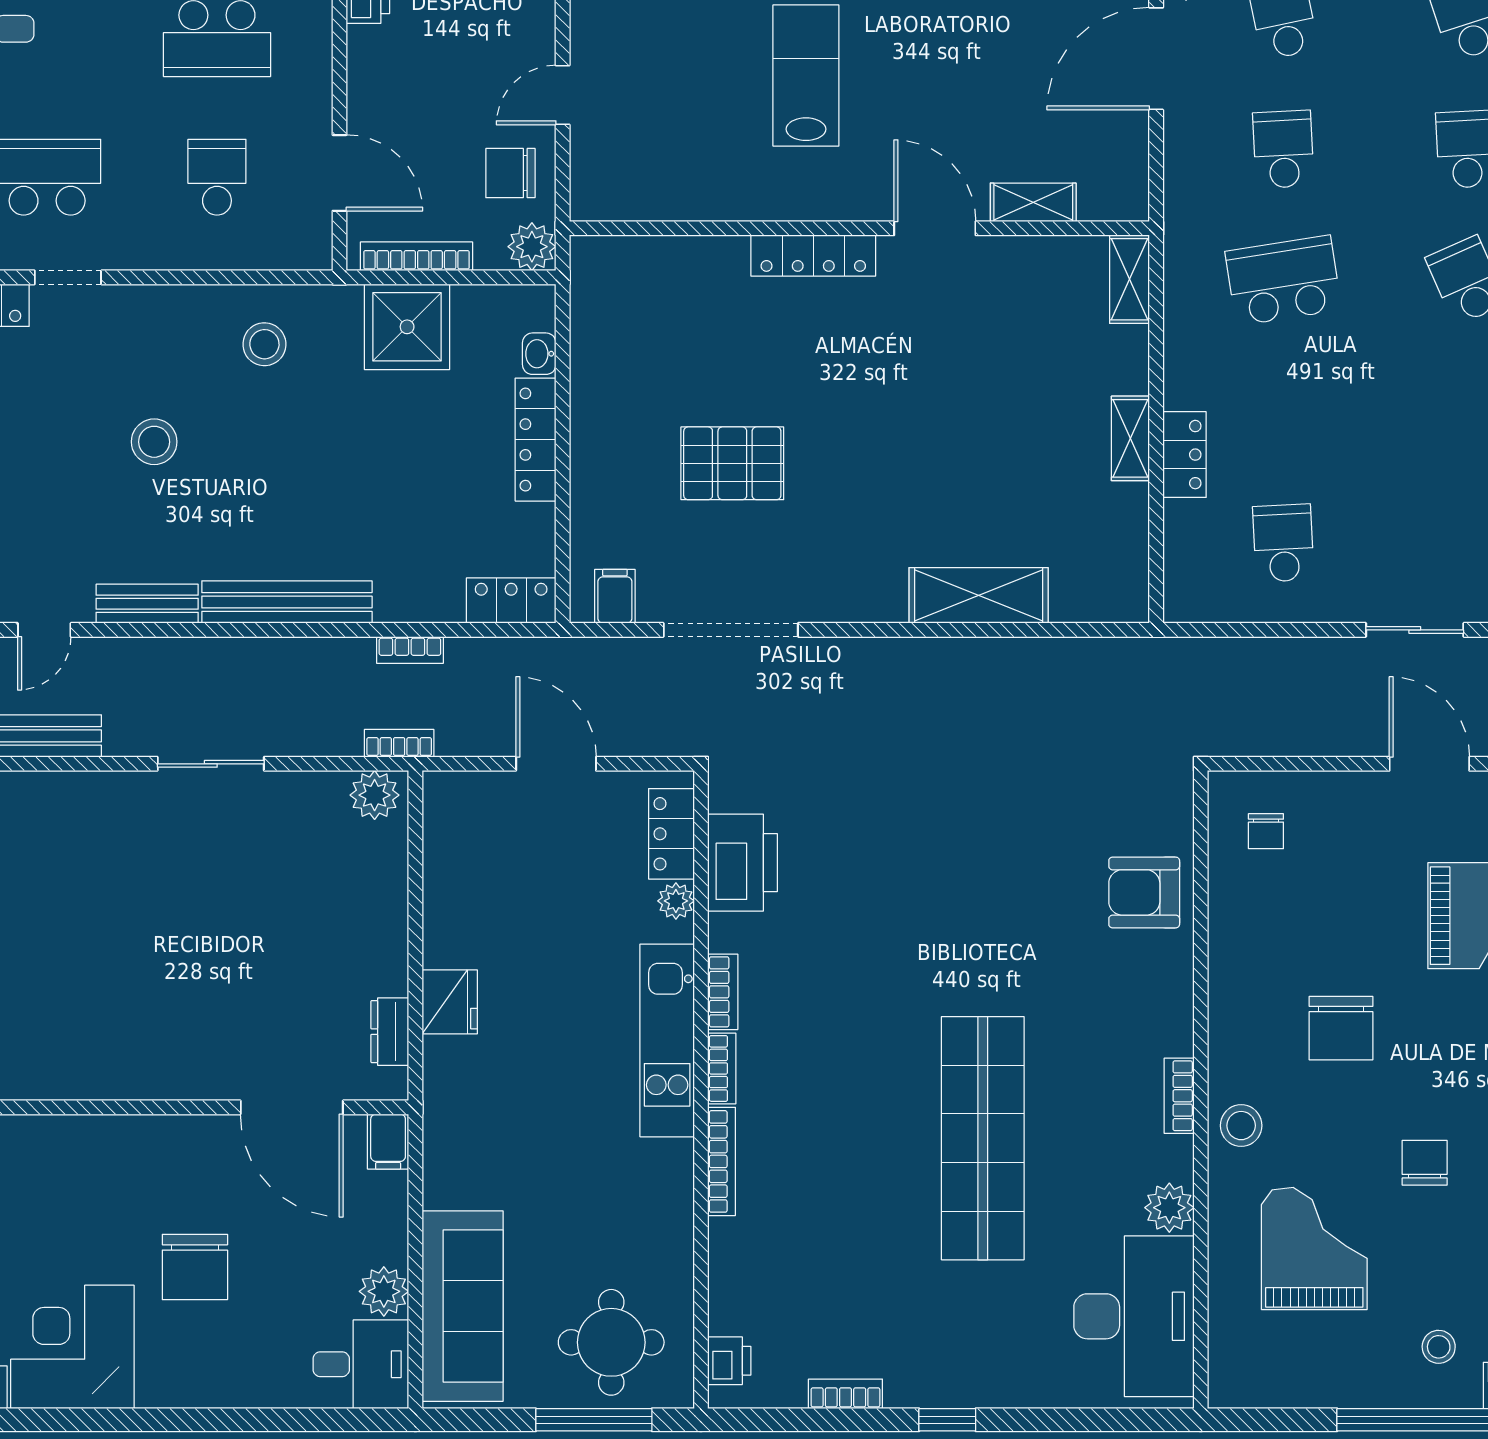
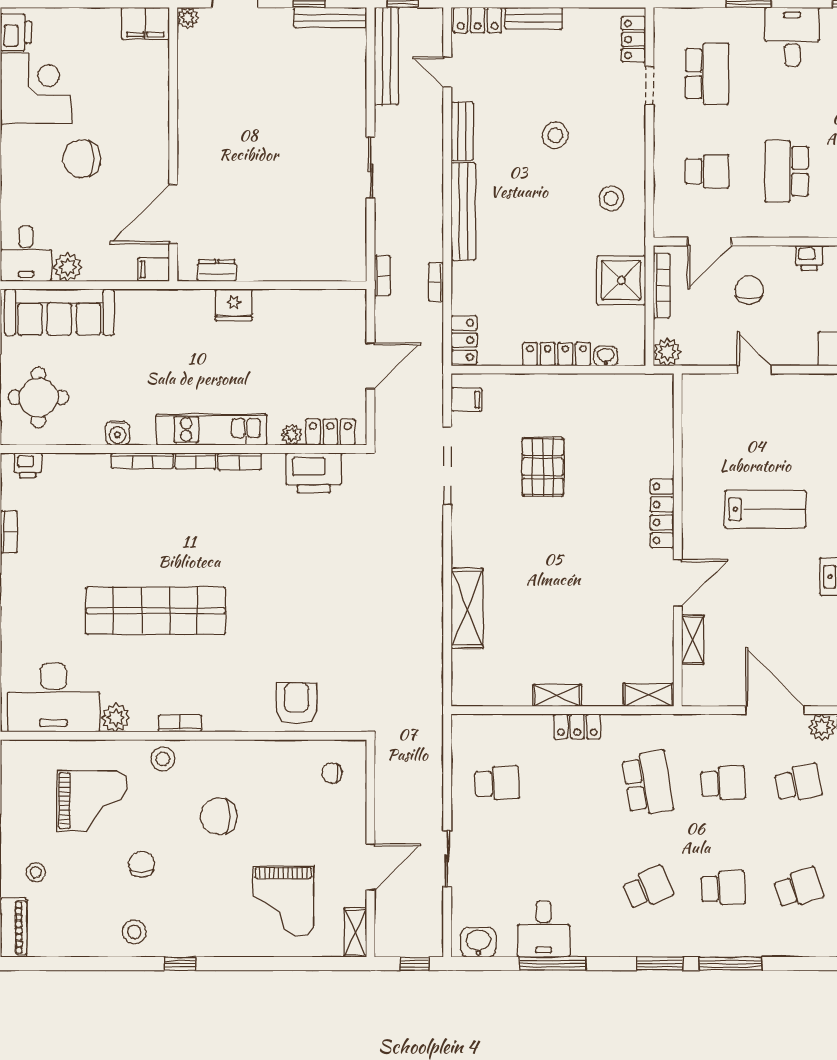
chair: (510, 173) -> (749, 290), moved
locker: (1184, 455) -> (577, 726), moved
plant: (375, 795) -> (352, 262), removed
chair: (1425, 1163) -> (142, 864), turned -90
water cooler: (673, 1204) -> (118, 433), added

